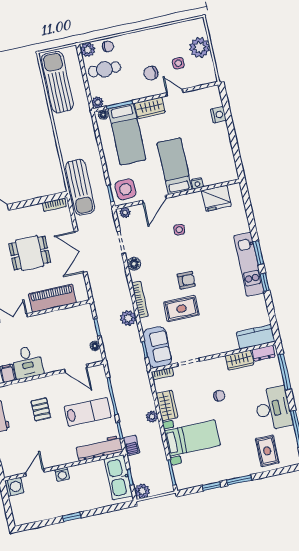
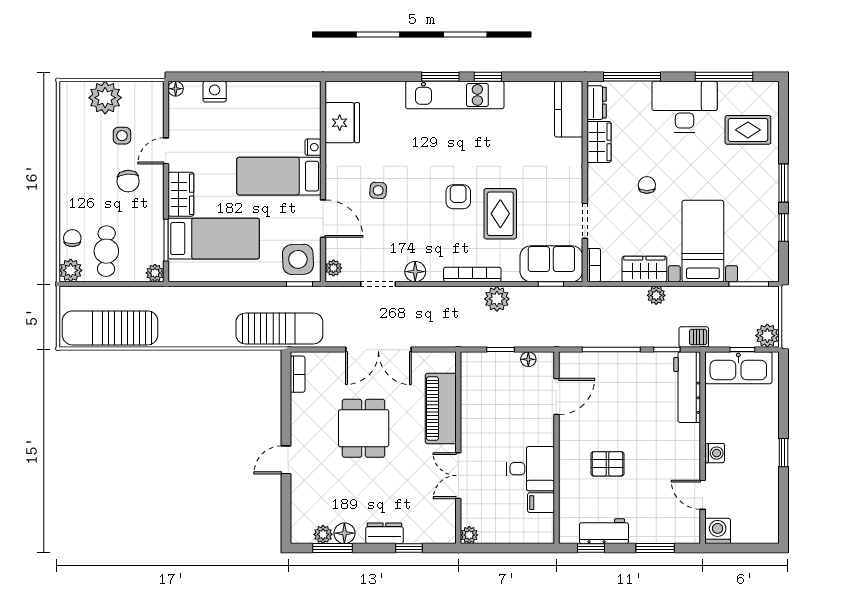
floor lamp: (103, 115) -> (176, 89), moved
lab bench: (88, 412) -> (627, 393), removed

